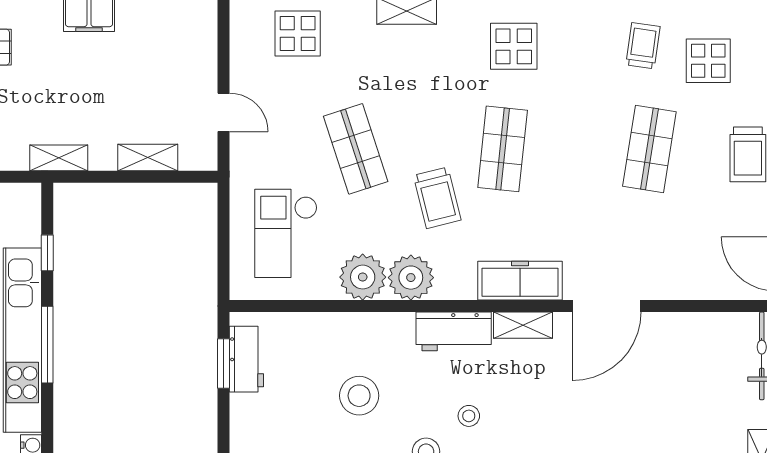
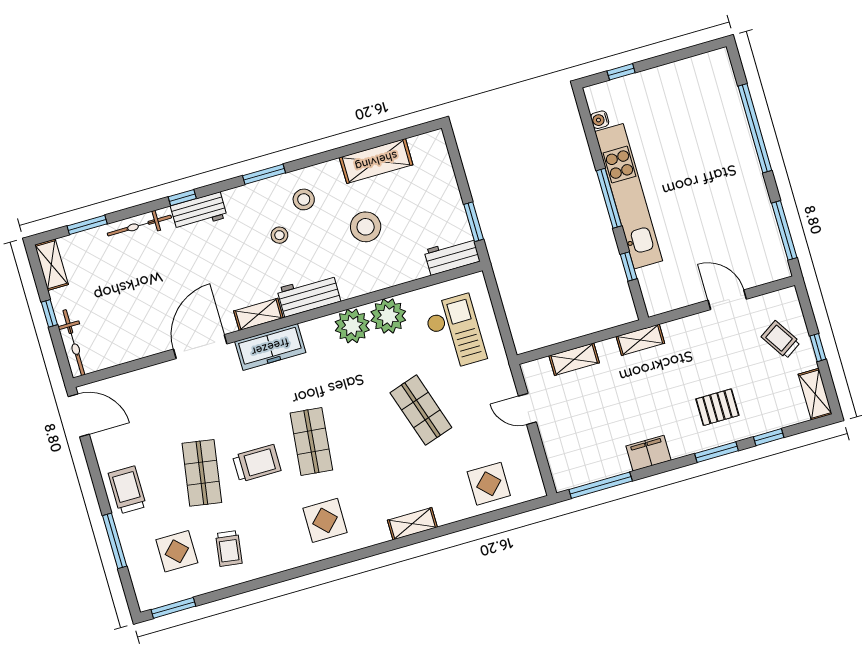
trolley: (437, 198) -> (257, 463), moved, turned 104
workbench: (246, 359) -> (452, 256), moved, turned 90

